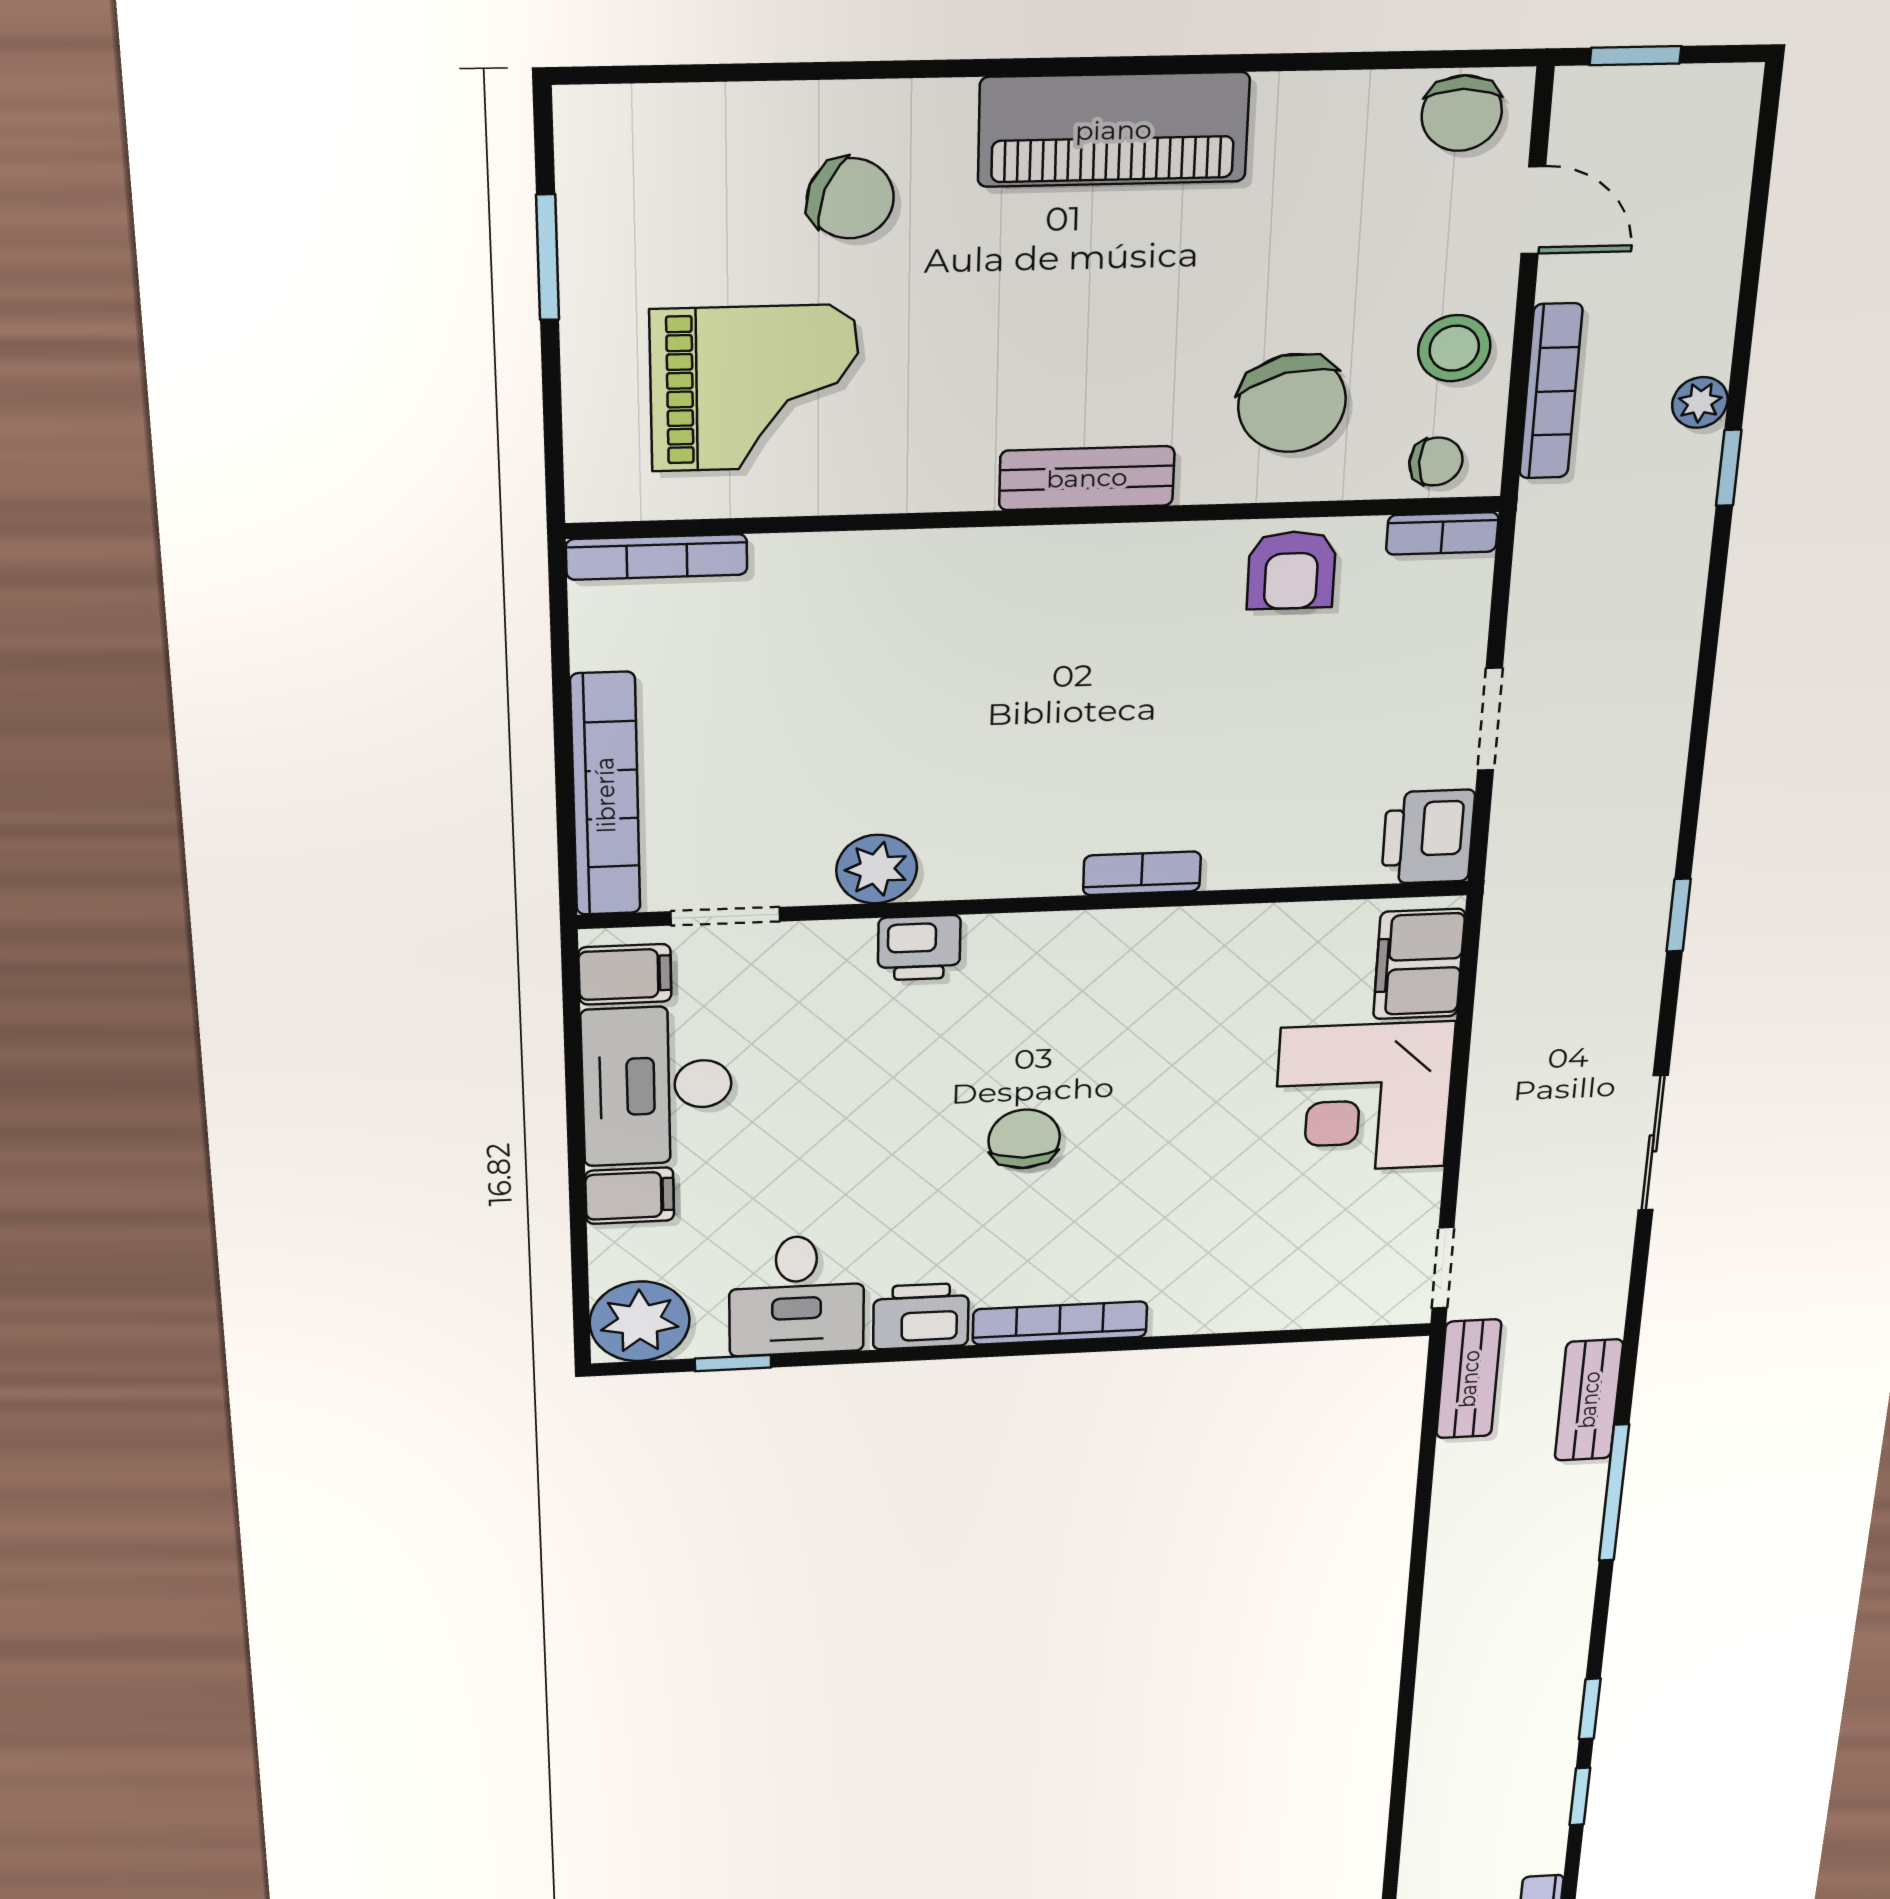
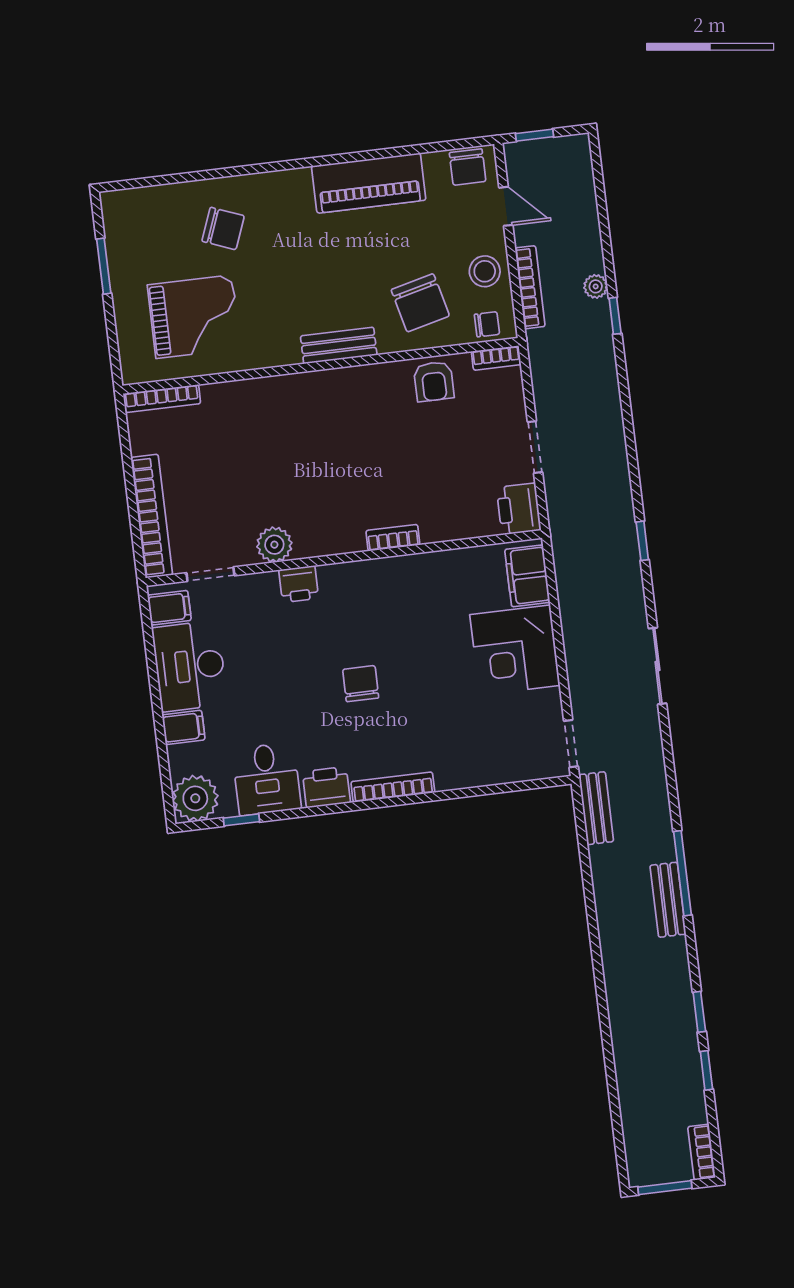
piano: (1114, 130) -> (369, 183), moved
bench: (1589, 1400) -> (668, 900), moved

